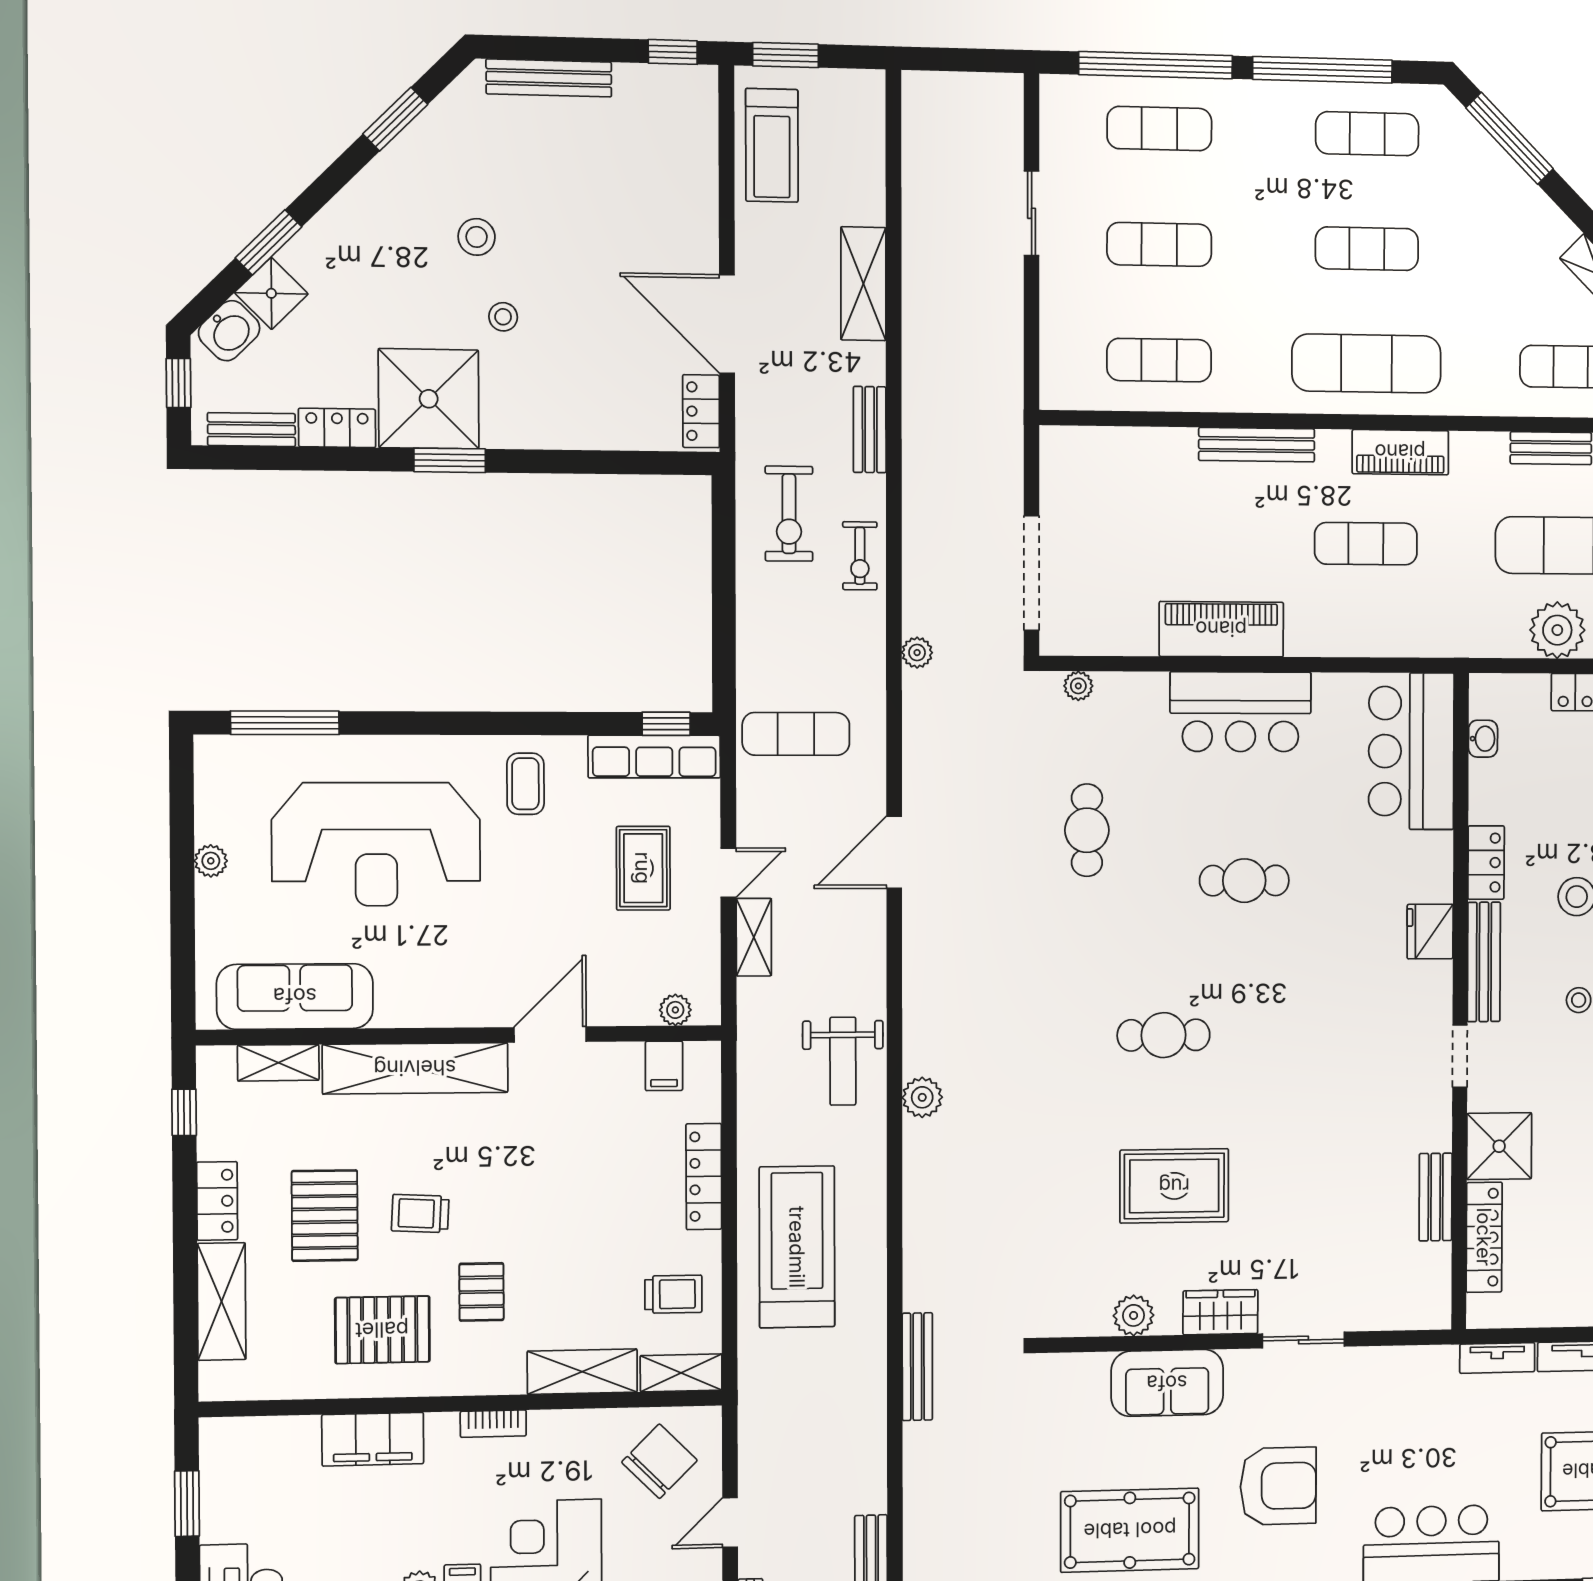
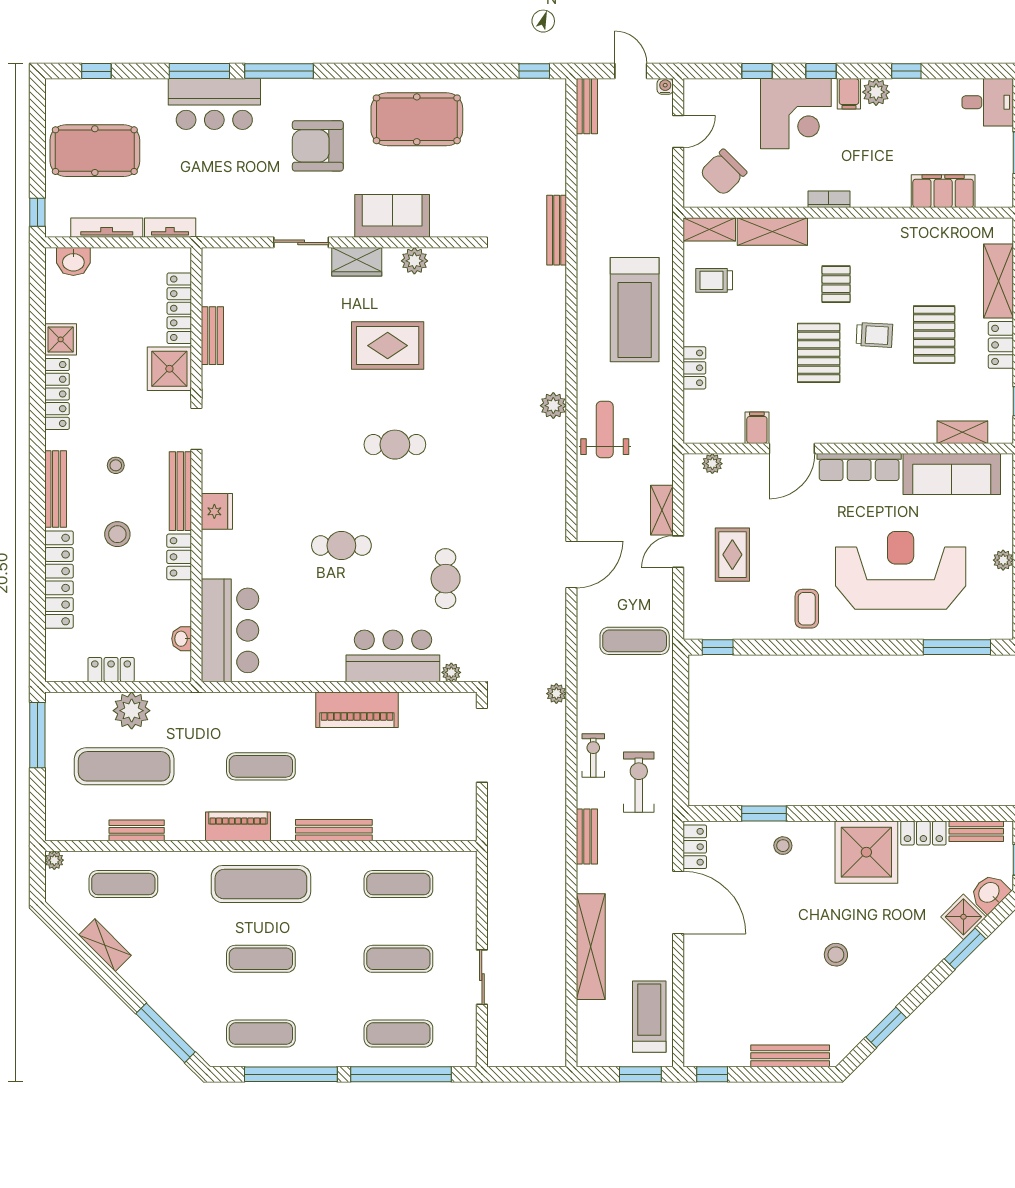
shelving: (863, 284) -> (591, 947), width x1.47
stool: (503, 317) -> (783, 846), moved
window: (450, 460) -> (764, 814), moved
bar counter: (1241, 712) -> (393, 656), moved
row of seats: (654, 757) -> (859, 467), moved, turned 180
filing cabinet: (664, 1066) -> (757, 428), moved
shelving: (415, 1068) -> (877, 428), removed
locker: (704, 1176) -> (694, 368), width x0.66
pallet: (382, 1330) -> (819, 353), moved, turned 90
filing cabinet: (373, 1439) -> (943, 191), moved

